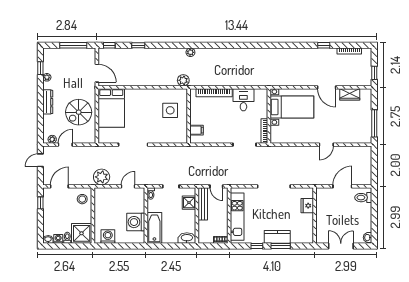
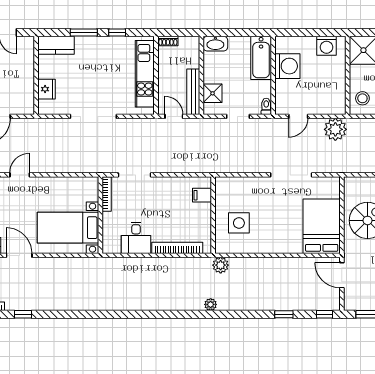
kitchen counter: (277, 237) -> (56, 45), moved

